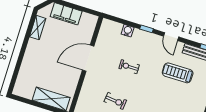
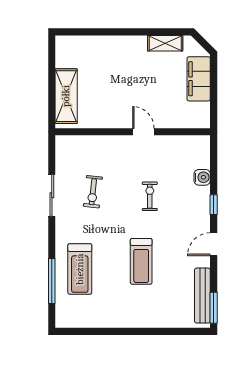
door: (88, 58) -> (143, 132), width x0.53
treadmill: (178, 73) -> (141, 261), moved, turned 180

